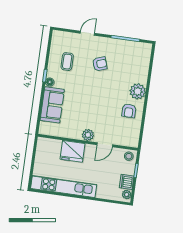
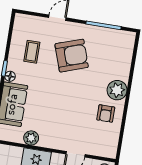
armchair: (100, 64) -> (72, 56), width x1.88, depth x1.88
plant: (88, 135) -> (31, 138), moved

